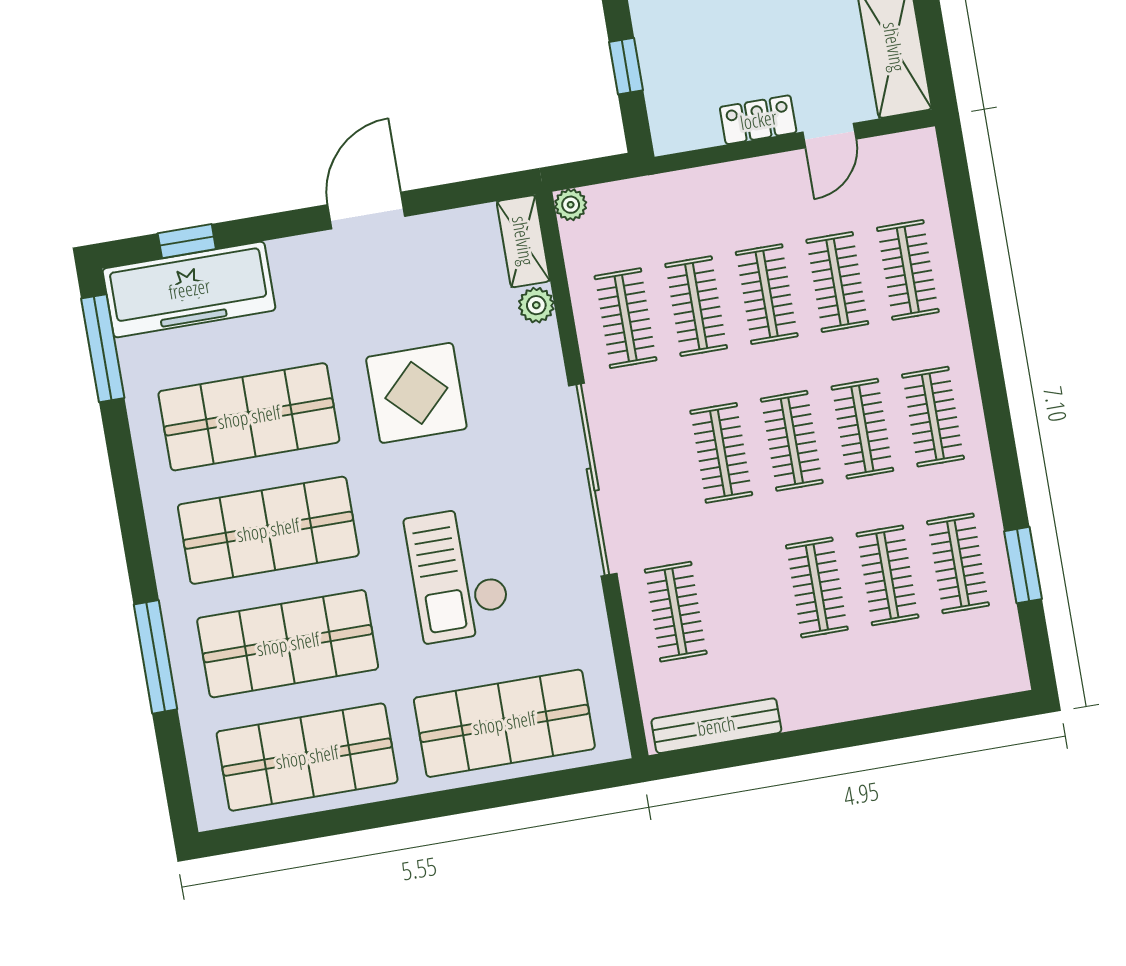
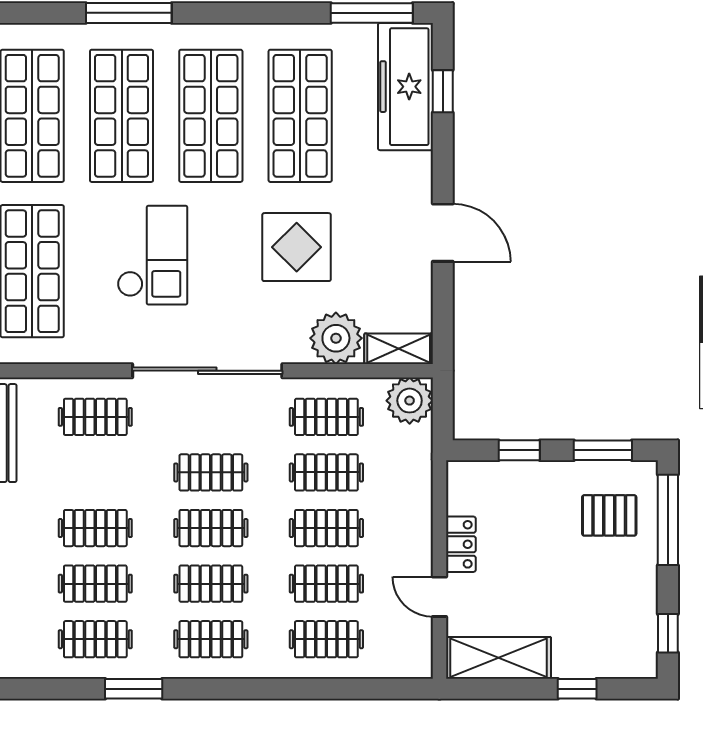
plant: (571, 205) -> (410, 401), width x1.87, depth x1.87
plant: (536, 305) -> (336, 338), width x1.88, depth x1.88
window: (1023, 565) -> (134, 689), moved
checkout: (458, 574) -> (152, 255), turned 90

